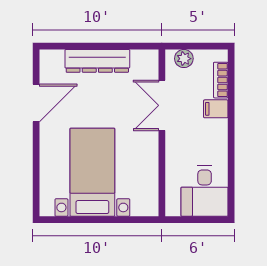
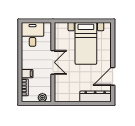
dresser: (97, 61) -> (95, 96), moved
double door: (162, 105) -> (53, 62), moved

